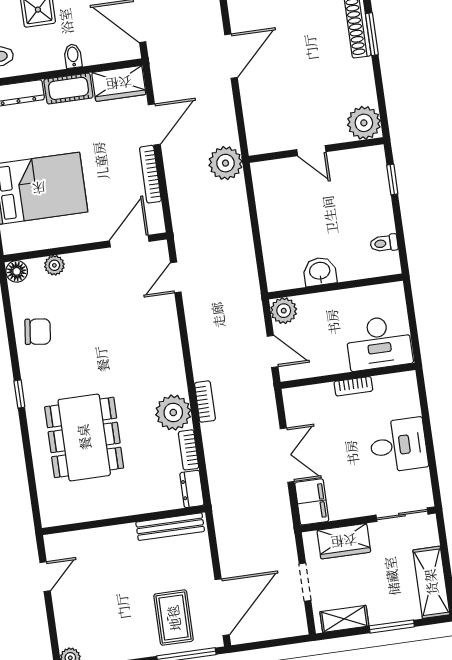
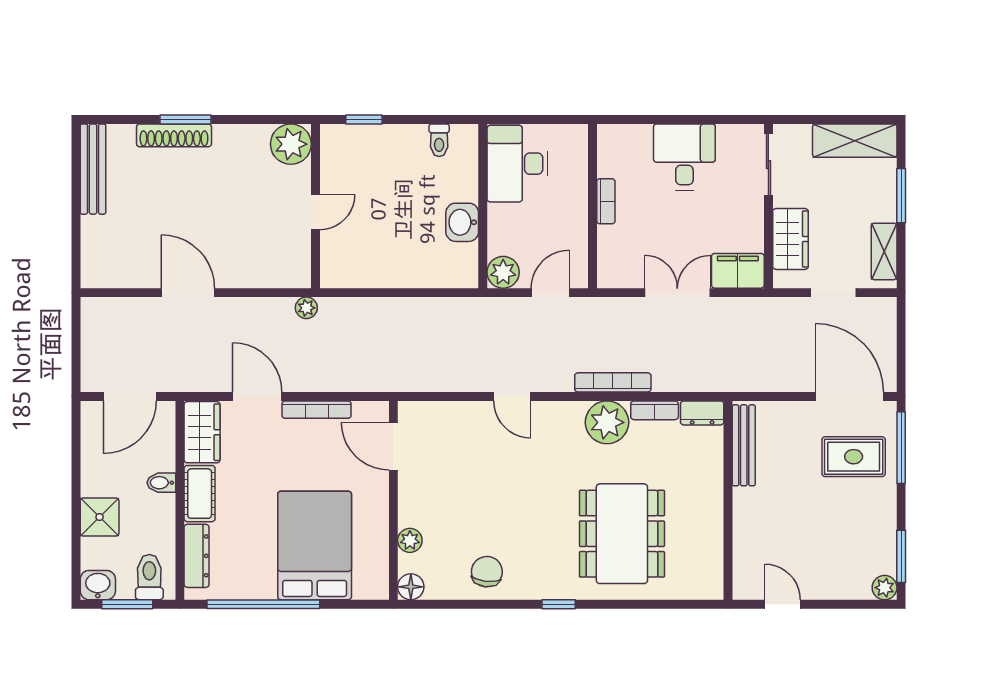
plant: (225, 163) -> (306, 308), width x0.53, depth x0.53
door: (176, 277) -> (512, 396), moved
desk: (379, 343) -> (517, 164), moved, turned 180
bookcase: (205, 402) -> (613, 382), width x1.56
dining table: (84, 437) -> (622, 534), turned 90

